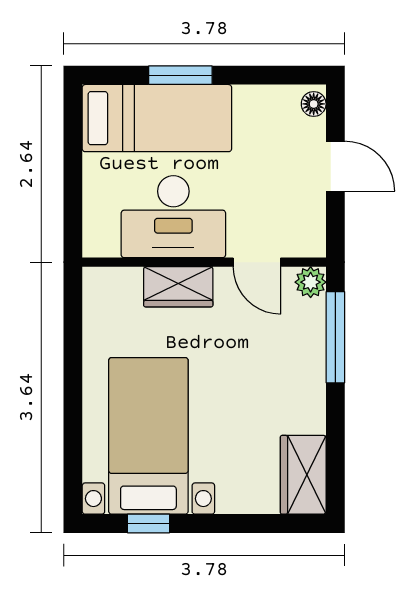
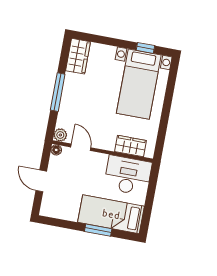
floor lamp: (314, 104) -> (56, 150), moved
desk: (173, 217) -> (128, 175), moved
wardrobe: (178, 287) -> (131, 146), moved
window: (335, 337) -> (58, 92), moved

